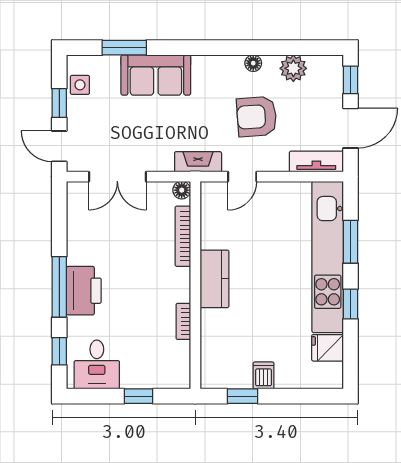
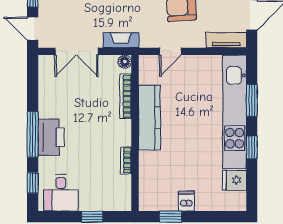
fireplace: (198, 162) -> (121, 40), moved
kitchen counter: (214, 279) -> (149, 118), width x1.50

